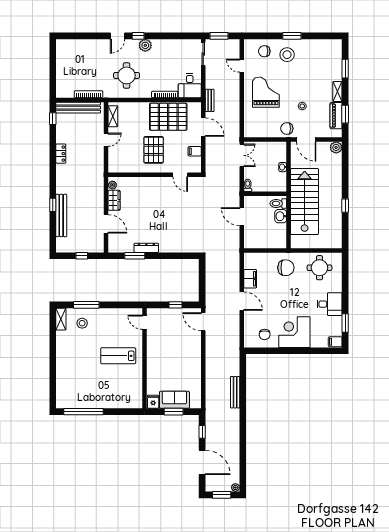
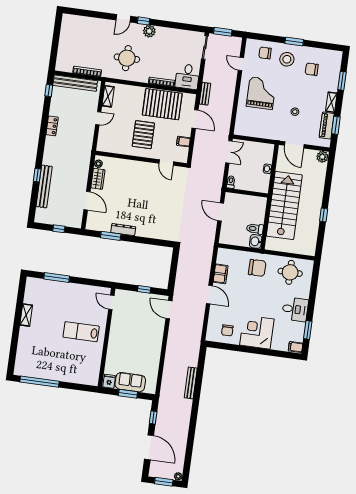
chair: (287, 129) -> (312, 69), moved
toilet: (278, 204) -> (255, 229), moved
washbasin: (281, 216) -> (256, 241), moved
shelving: (61, 319) -> (26, 315), moved
stool: (82, 323) -> (50, 295), removed

